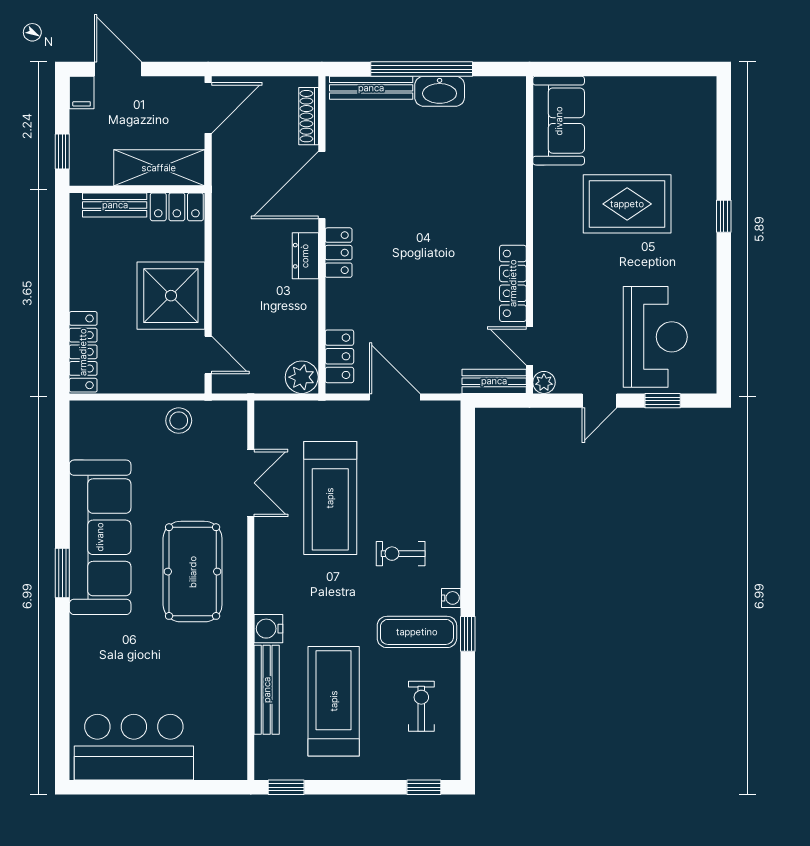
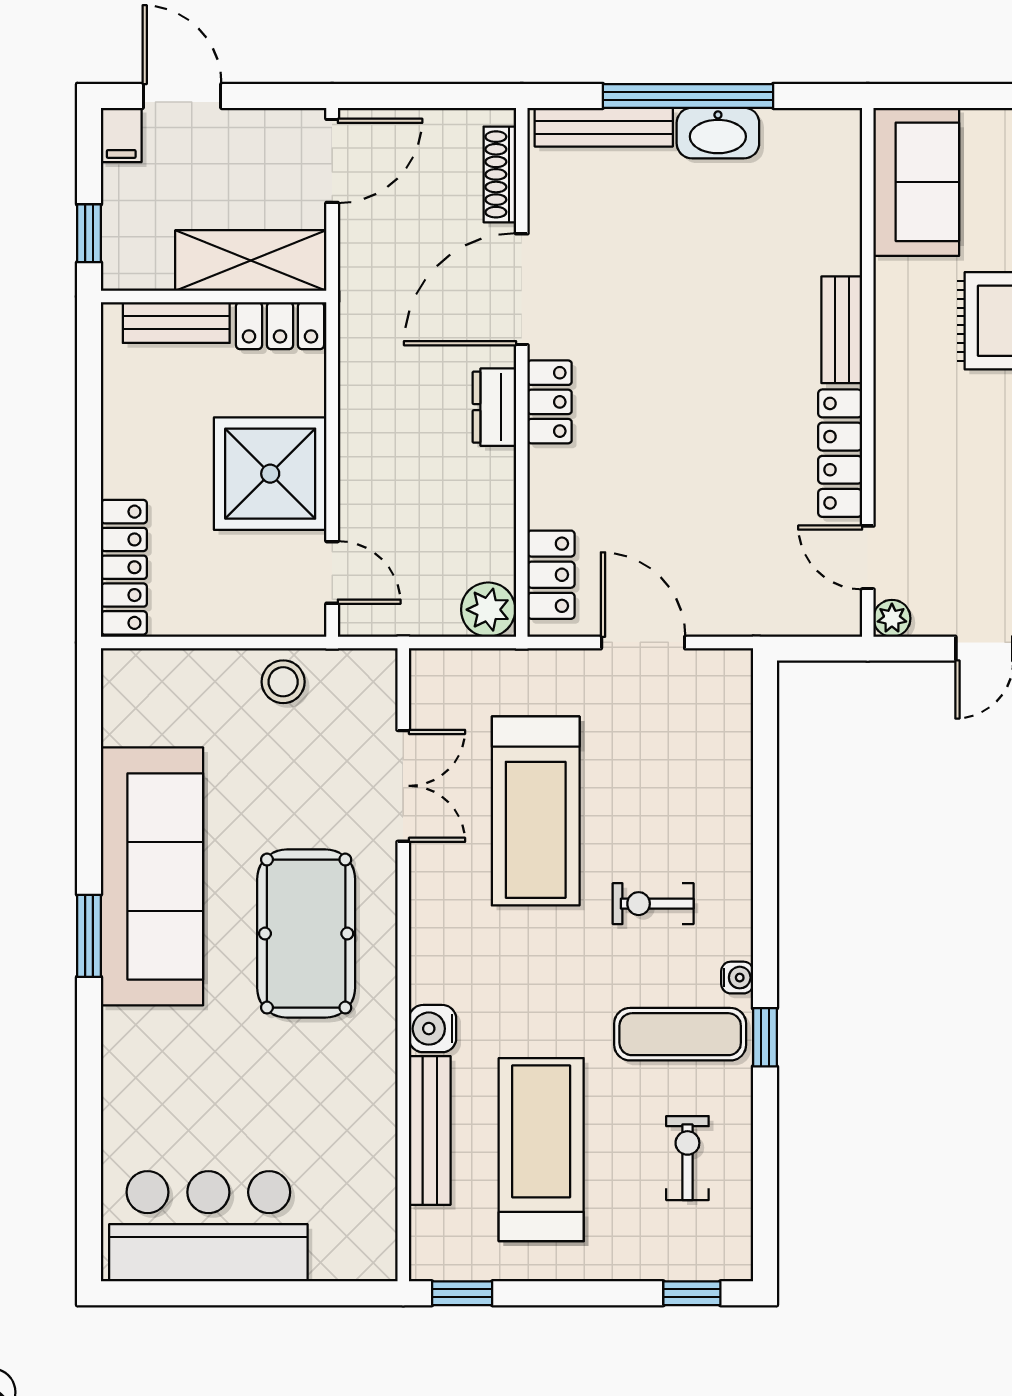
bench: (494, 381) -> (842, 330), moved, turned 90

